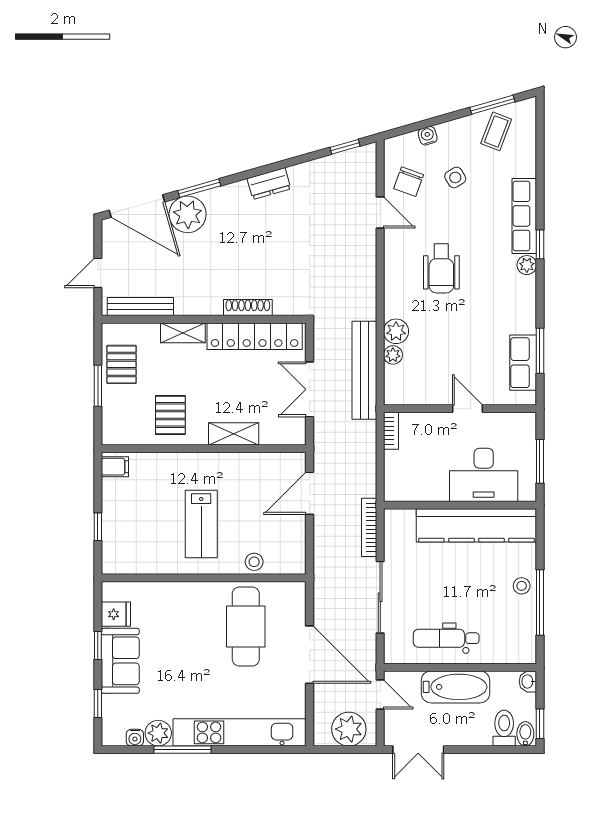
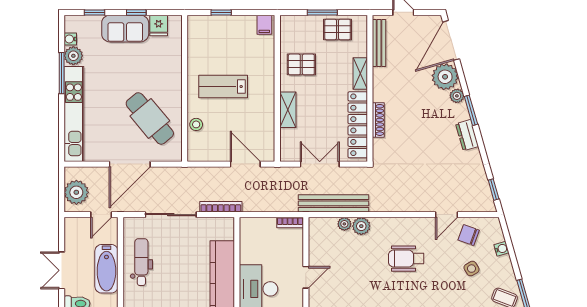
window: (199, 188) -> (471, 110), moved
plant: (214, 198) -> (457, 96), added
cafe table: (246, 627) -> (150, 118), turned 50
double door: (418, 750) -> (62, 270), moved

